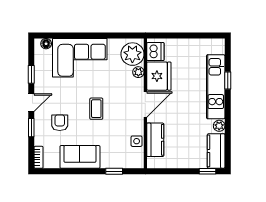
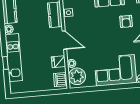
fridge: (159, 76) -> (58, 62), width x0.53, depth x0.75
door: (145, 105) -> (64, 40), swing flipped
coffee table: (96, 109) -> (100, 34), removed

